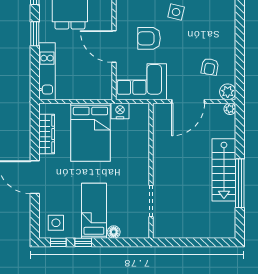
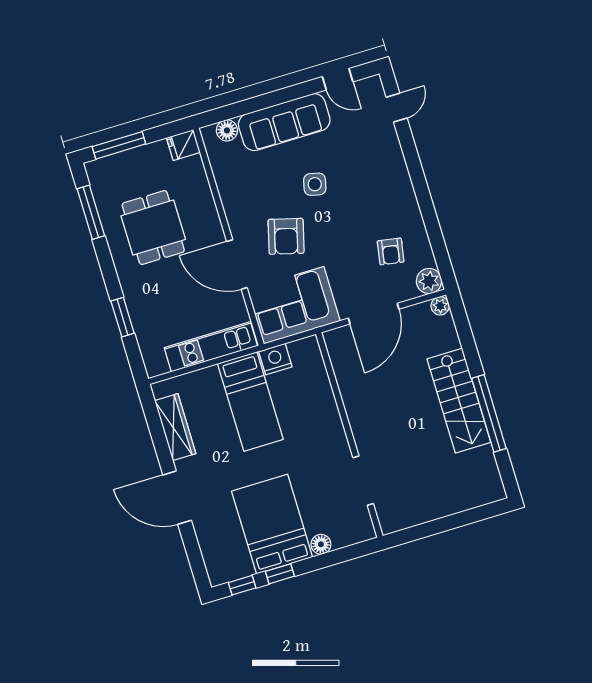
window: (35, 34) -> (123, 317), moved
armchair: (149, 38) -> (286, 236), turned -75
kitchen unit: (47, 71) -> (211, 347), moved, turned -90
bed: (90, 132) -> (250, 401), width x0.67
bed: (94, 211) -> (272, 524), width x1.50
side table: (56, 223) -> (230, 557), removed

